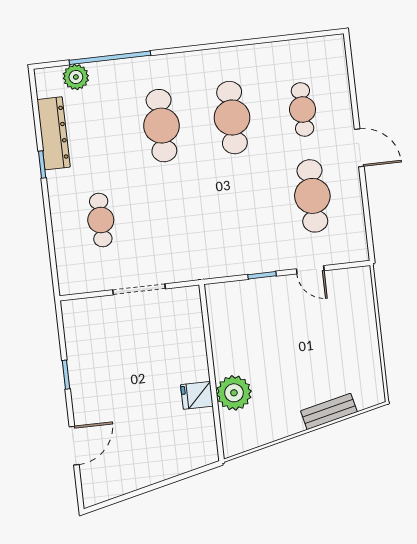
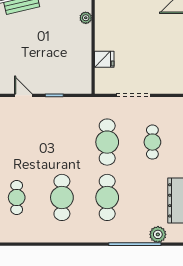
cafe table: (312, 196) -> (107, 142), moved
plant: (234, 393) -> (86, 18), width x0.53, depth x0.53
fridge: (197, 395) -> (104, 59), moved

